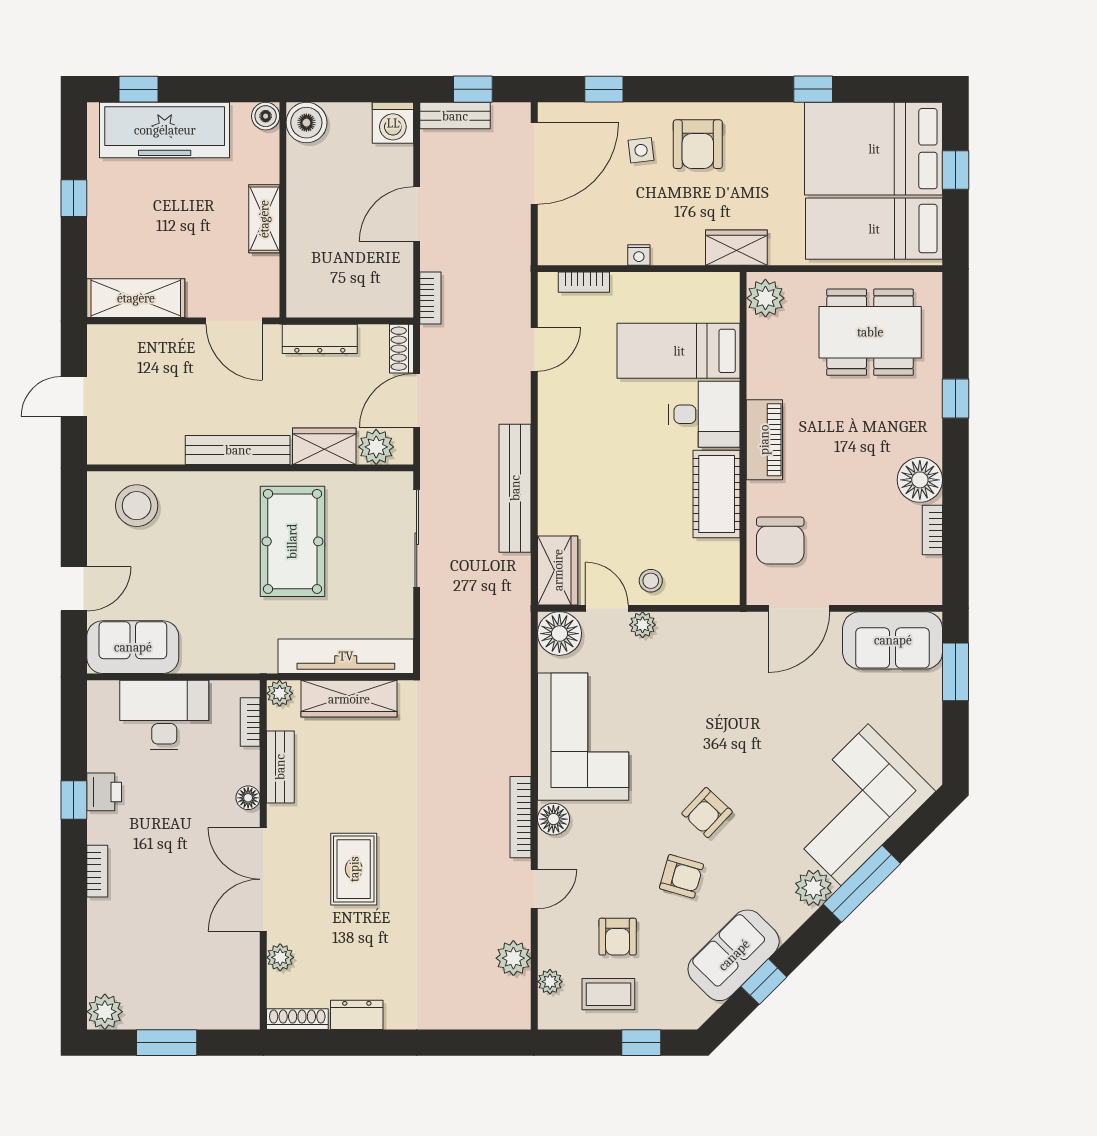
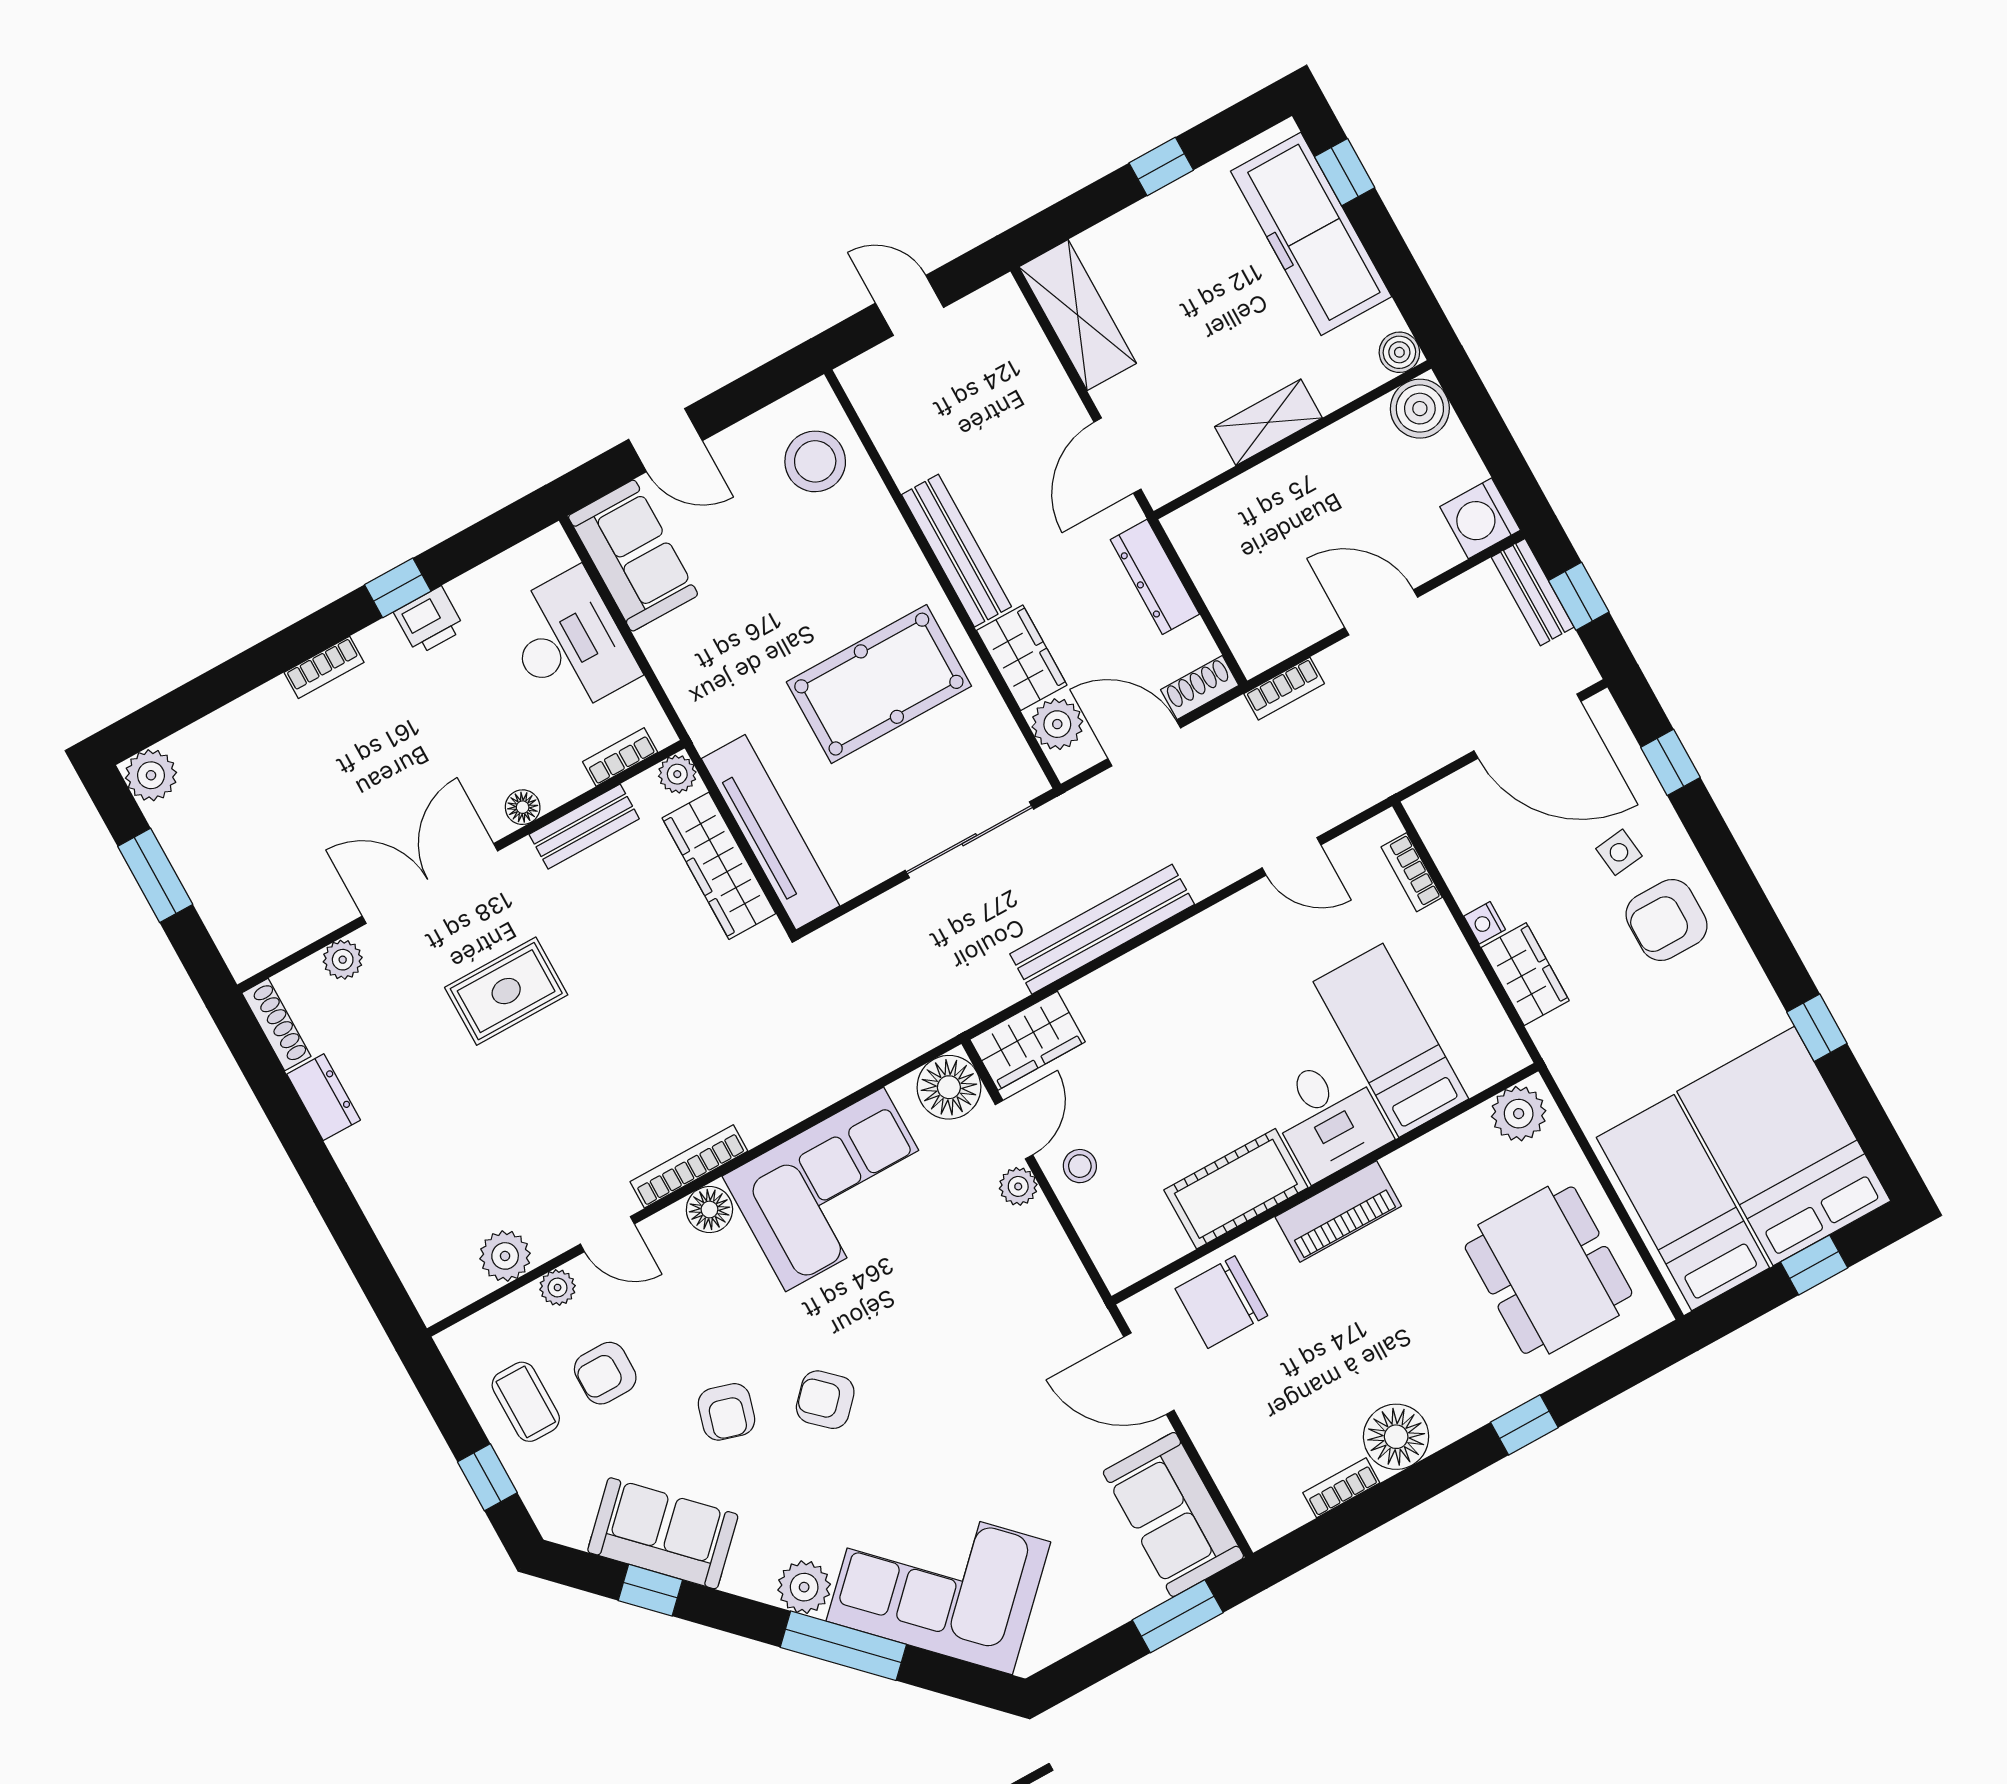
wardrobe: (736, 248) -> (1525, 974), moved
plant: (550, 982) -> (558, 1288), moved

